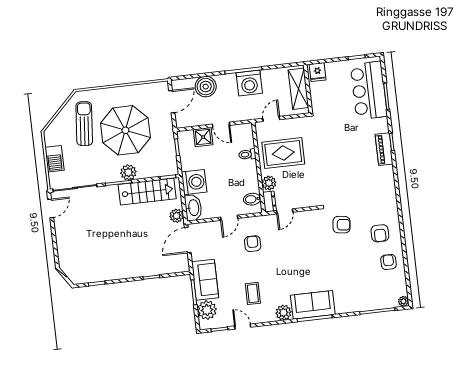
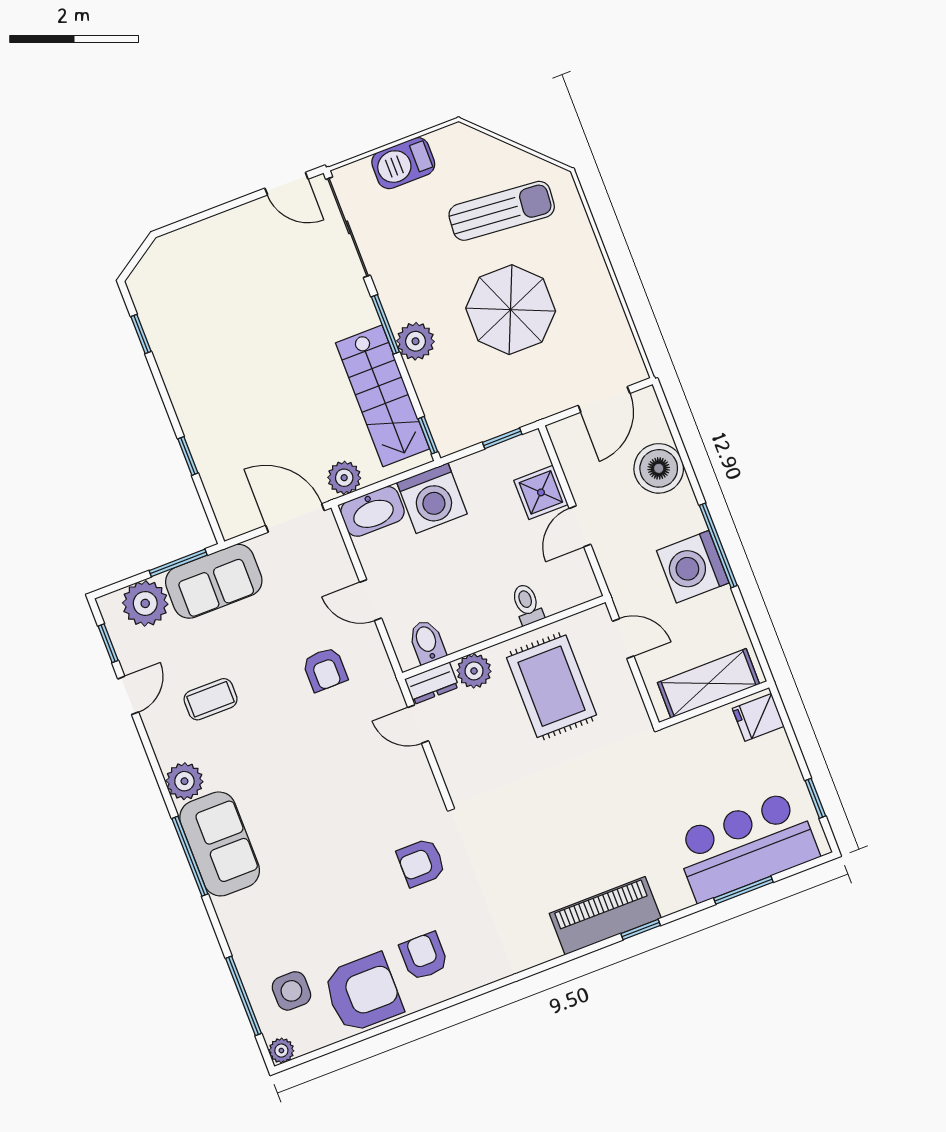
door: (172, 102) -> (604, 399), hinge flipped
parasol: (125, 130) -> (511, 310), width x0.73, depth x0.73
piano: (384, 149) -> (605, 916), width x1.37, depth x1.33
armchair: (341, 225) -> (421, 863), turned 83
armchair: (380, 233) -> (424, 956), turned 90
armchair: (253, 244) -> (325, 669), turned 90
armchair: (389, 262) -> (363, 993), width x1.88, depth x1.88
side table: (380, 291) -> (291, 991), added

